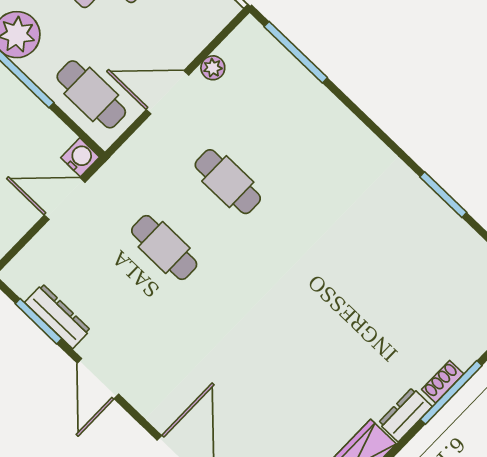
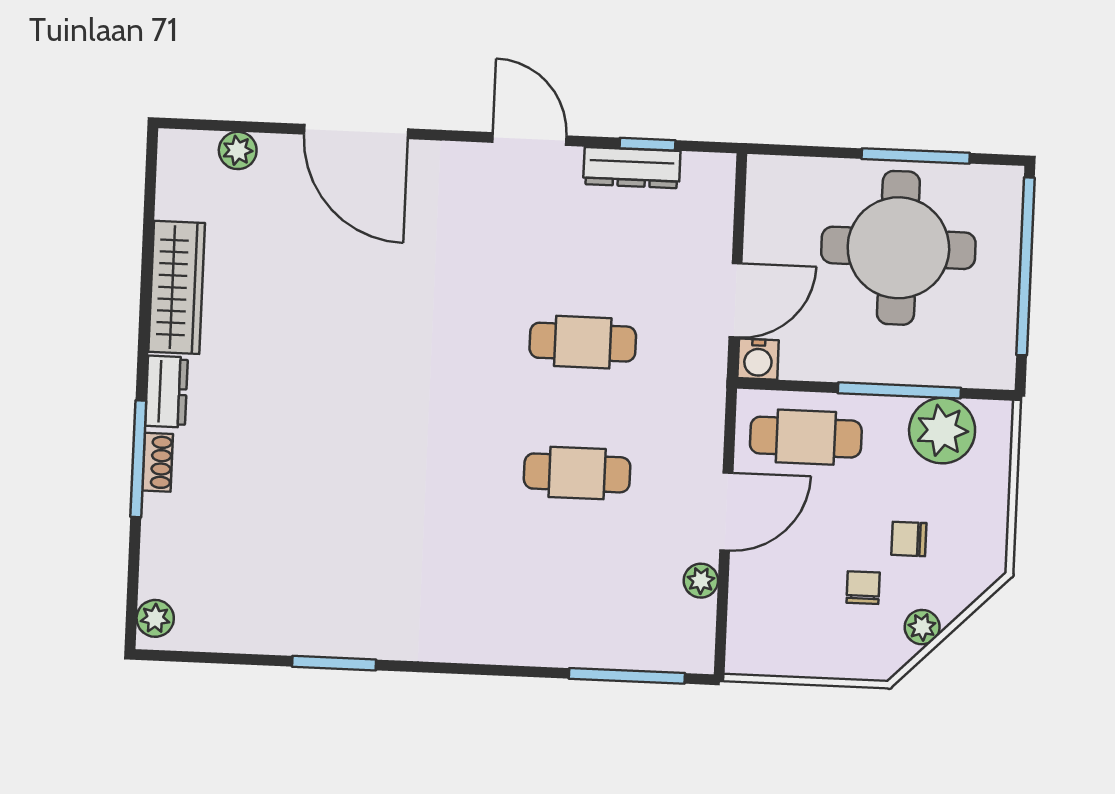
window: (38, 321) -> (648, 144), width x0.67

